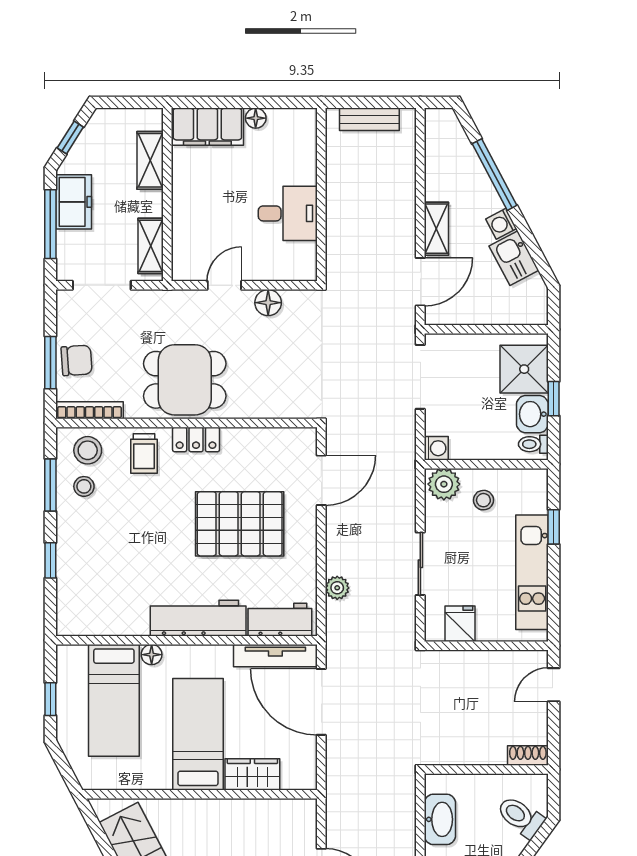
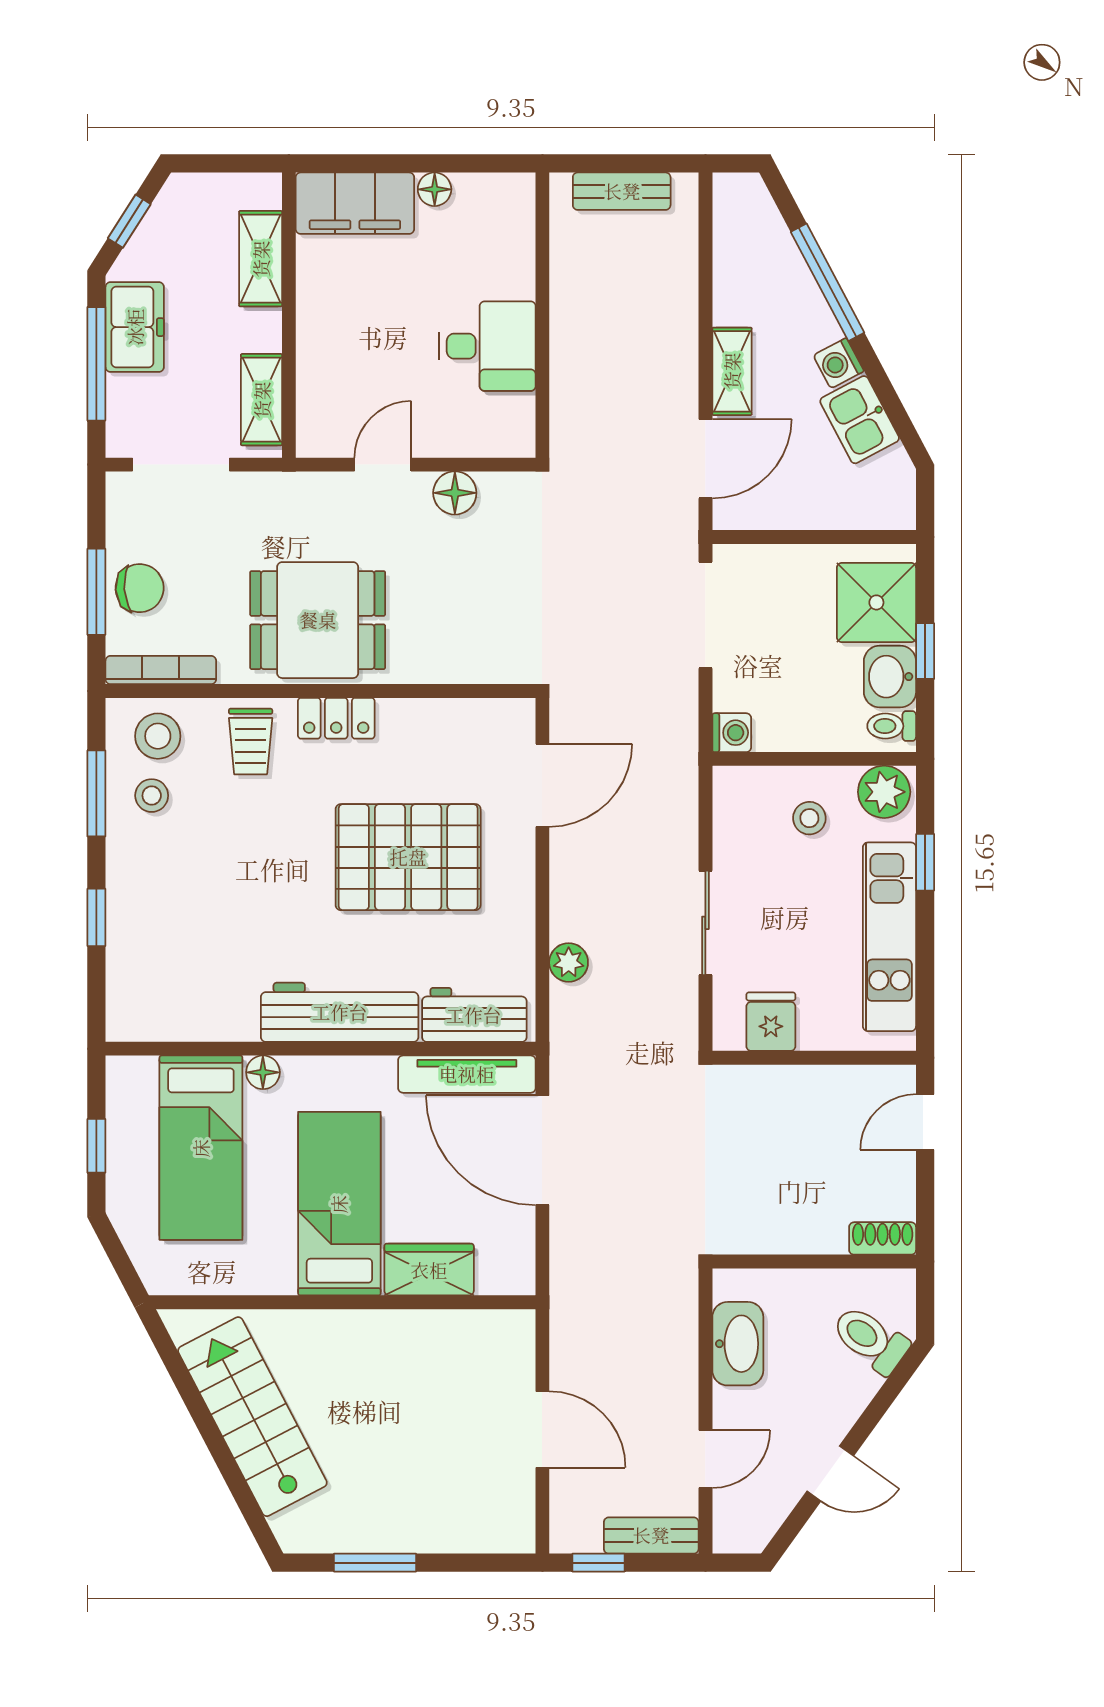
plant: (444, 484) -> (884, 792), moved

